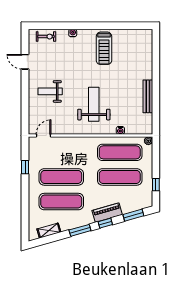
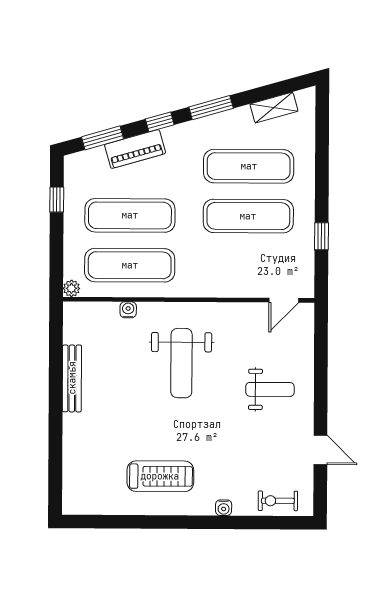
treadmill: (104, 48) -> (160, 476), turned 90
piano: (107, 213) -> (135, 149), moved

